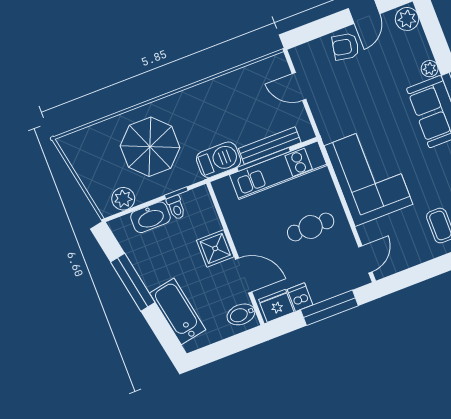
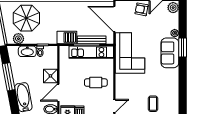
door: (299, 86) -> (114, 19), width x1.88
parasol: (150, 147) -> (26, 18), moved
corner sofa: (368, 175) -> (130, 53), moved
door: (244, 275) -> (58, 93), swing flipped

